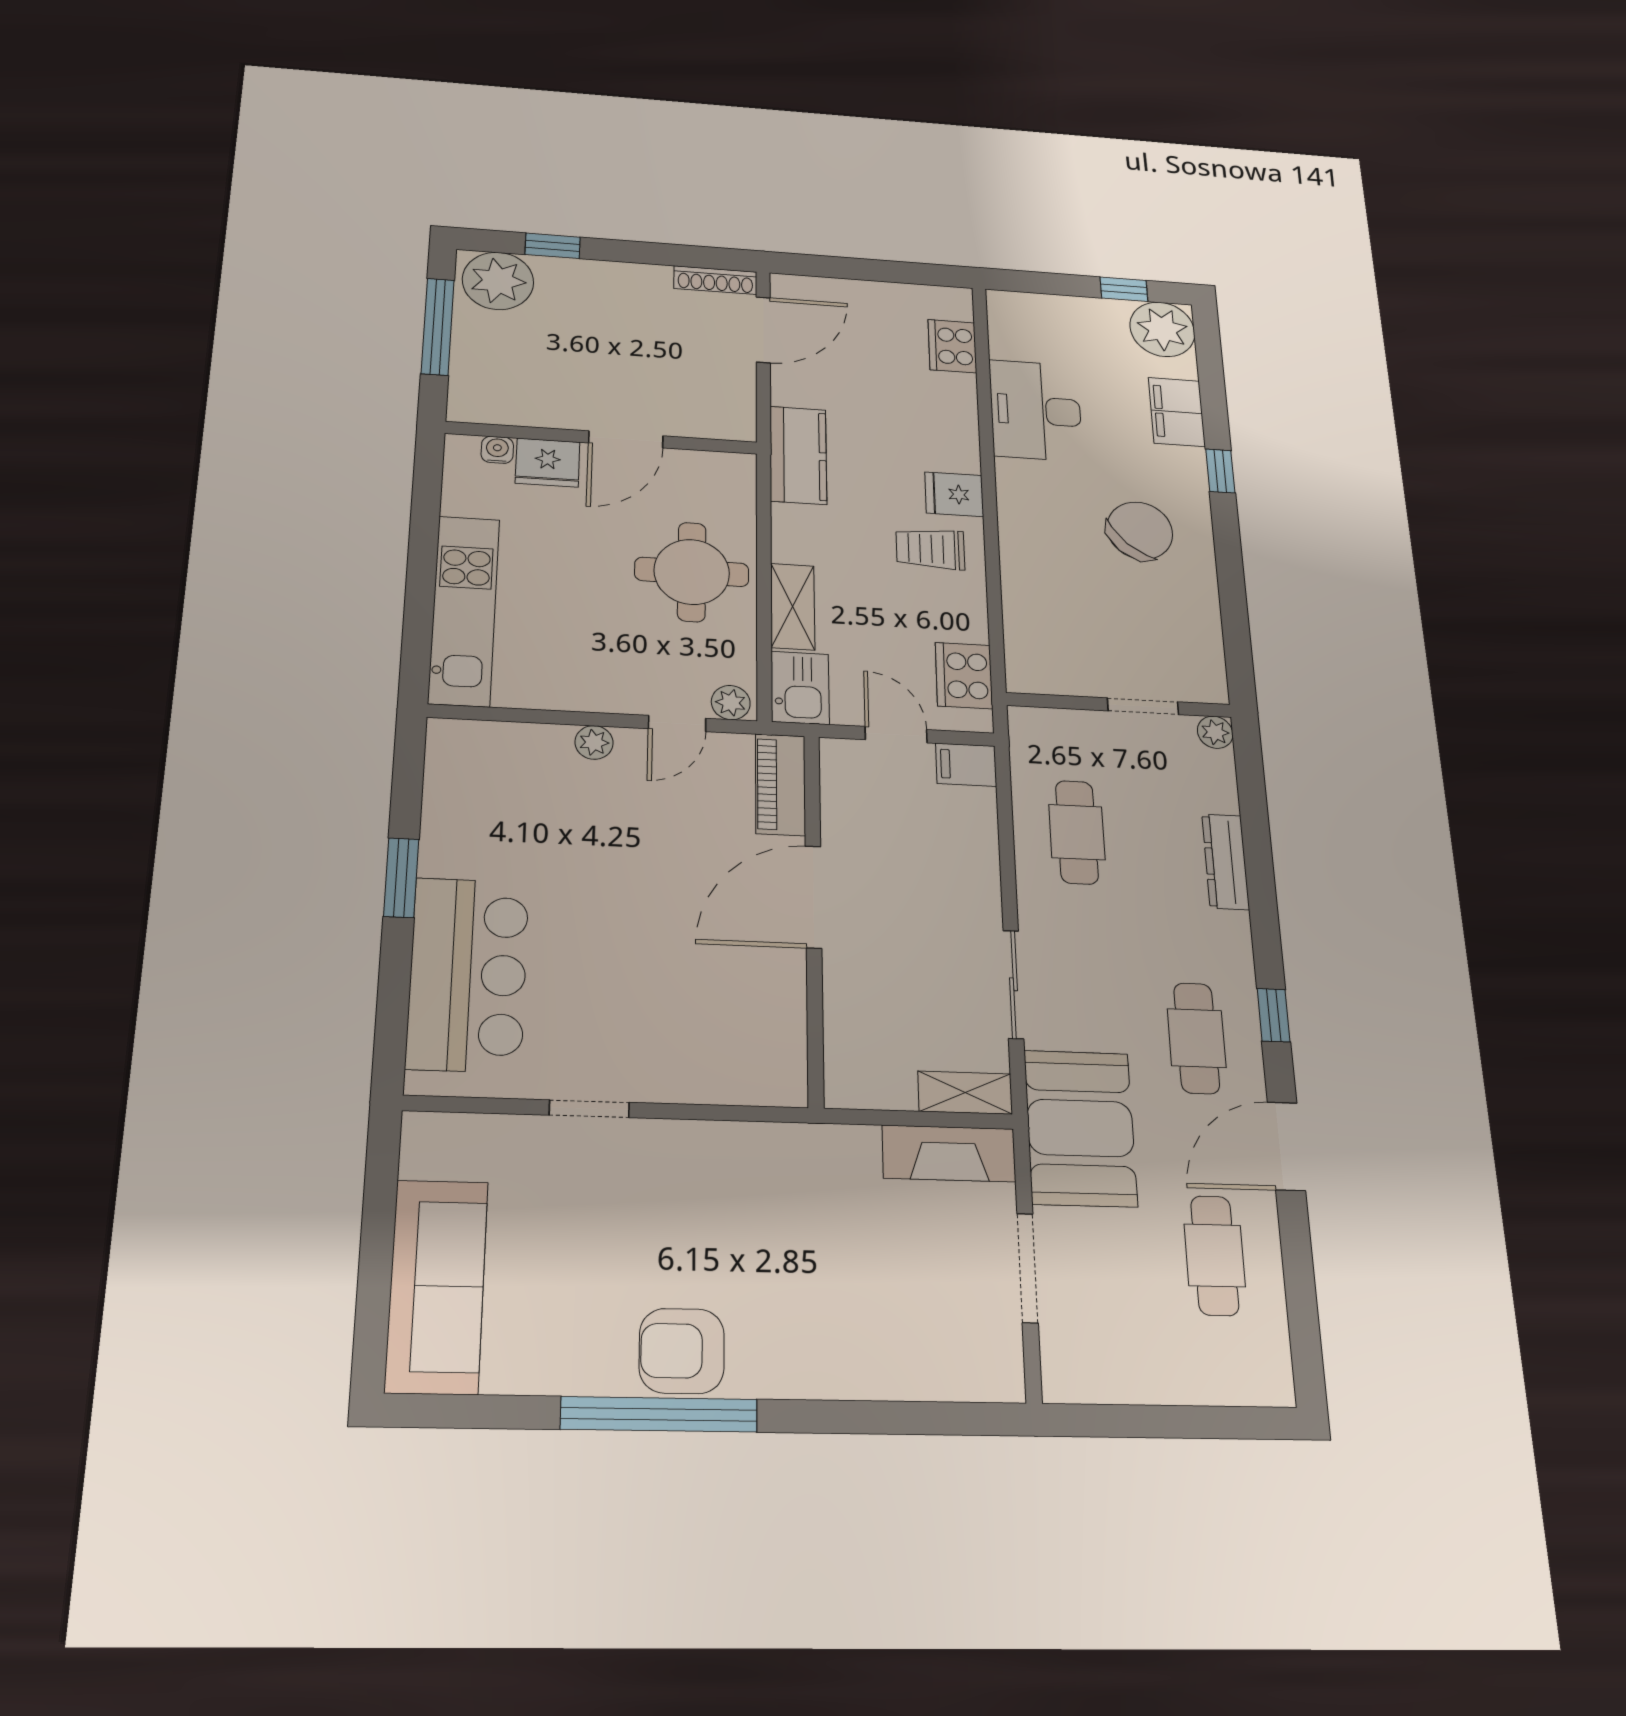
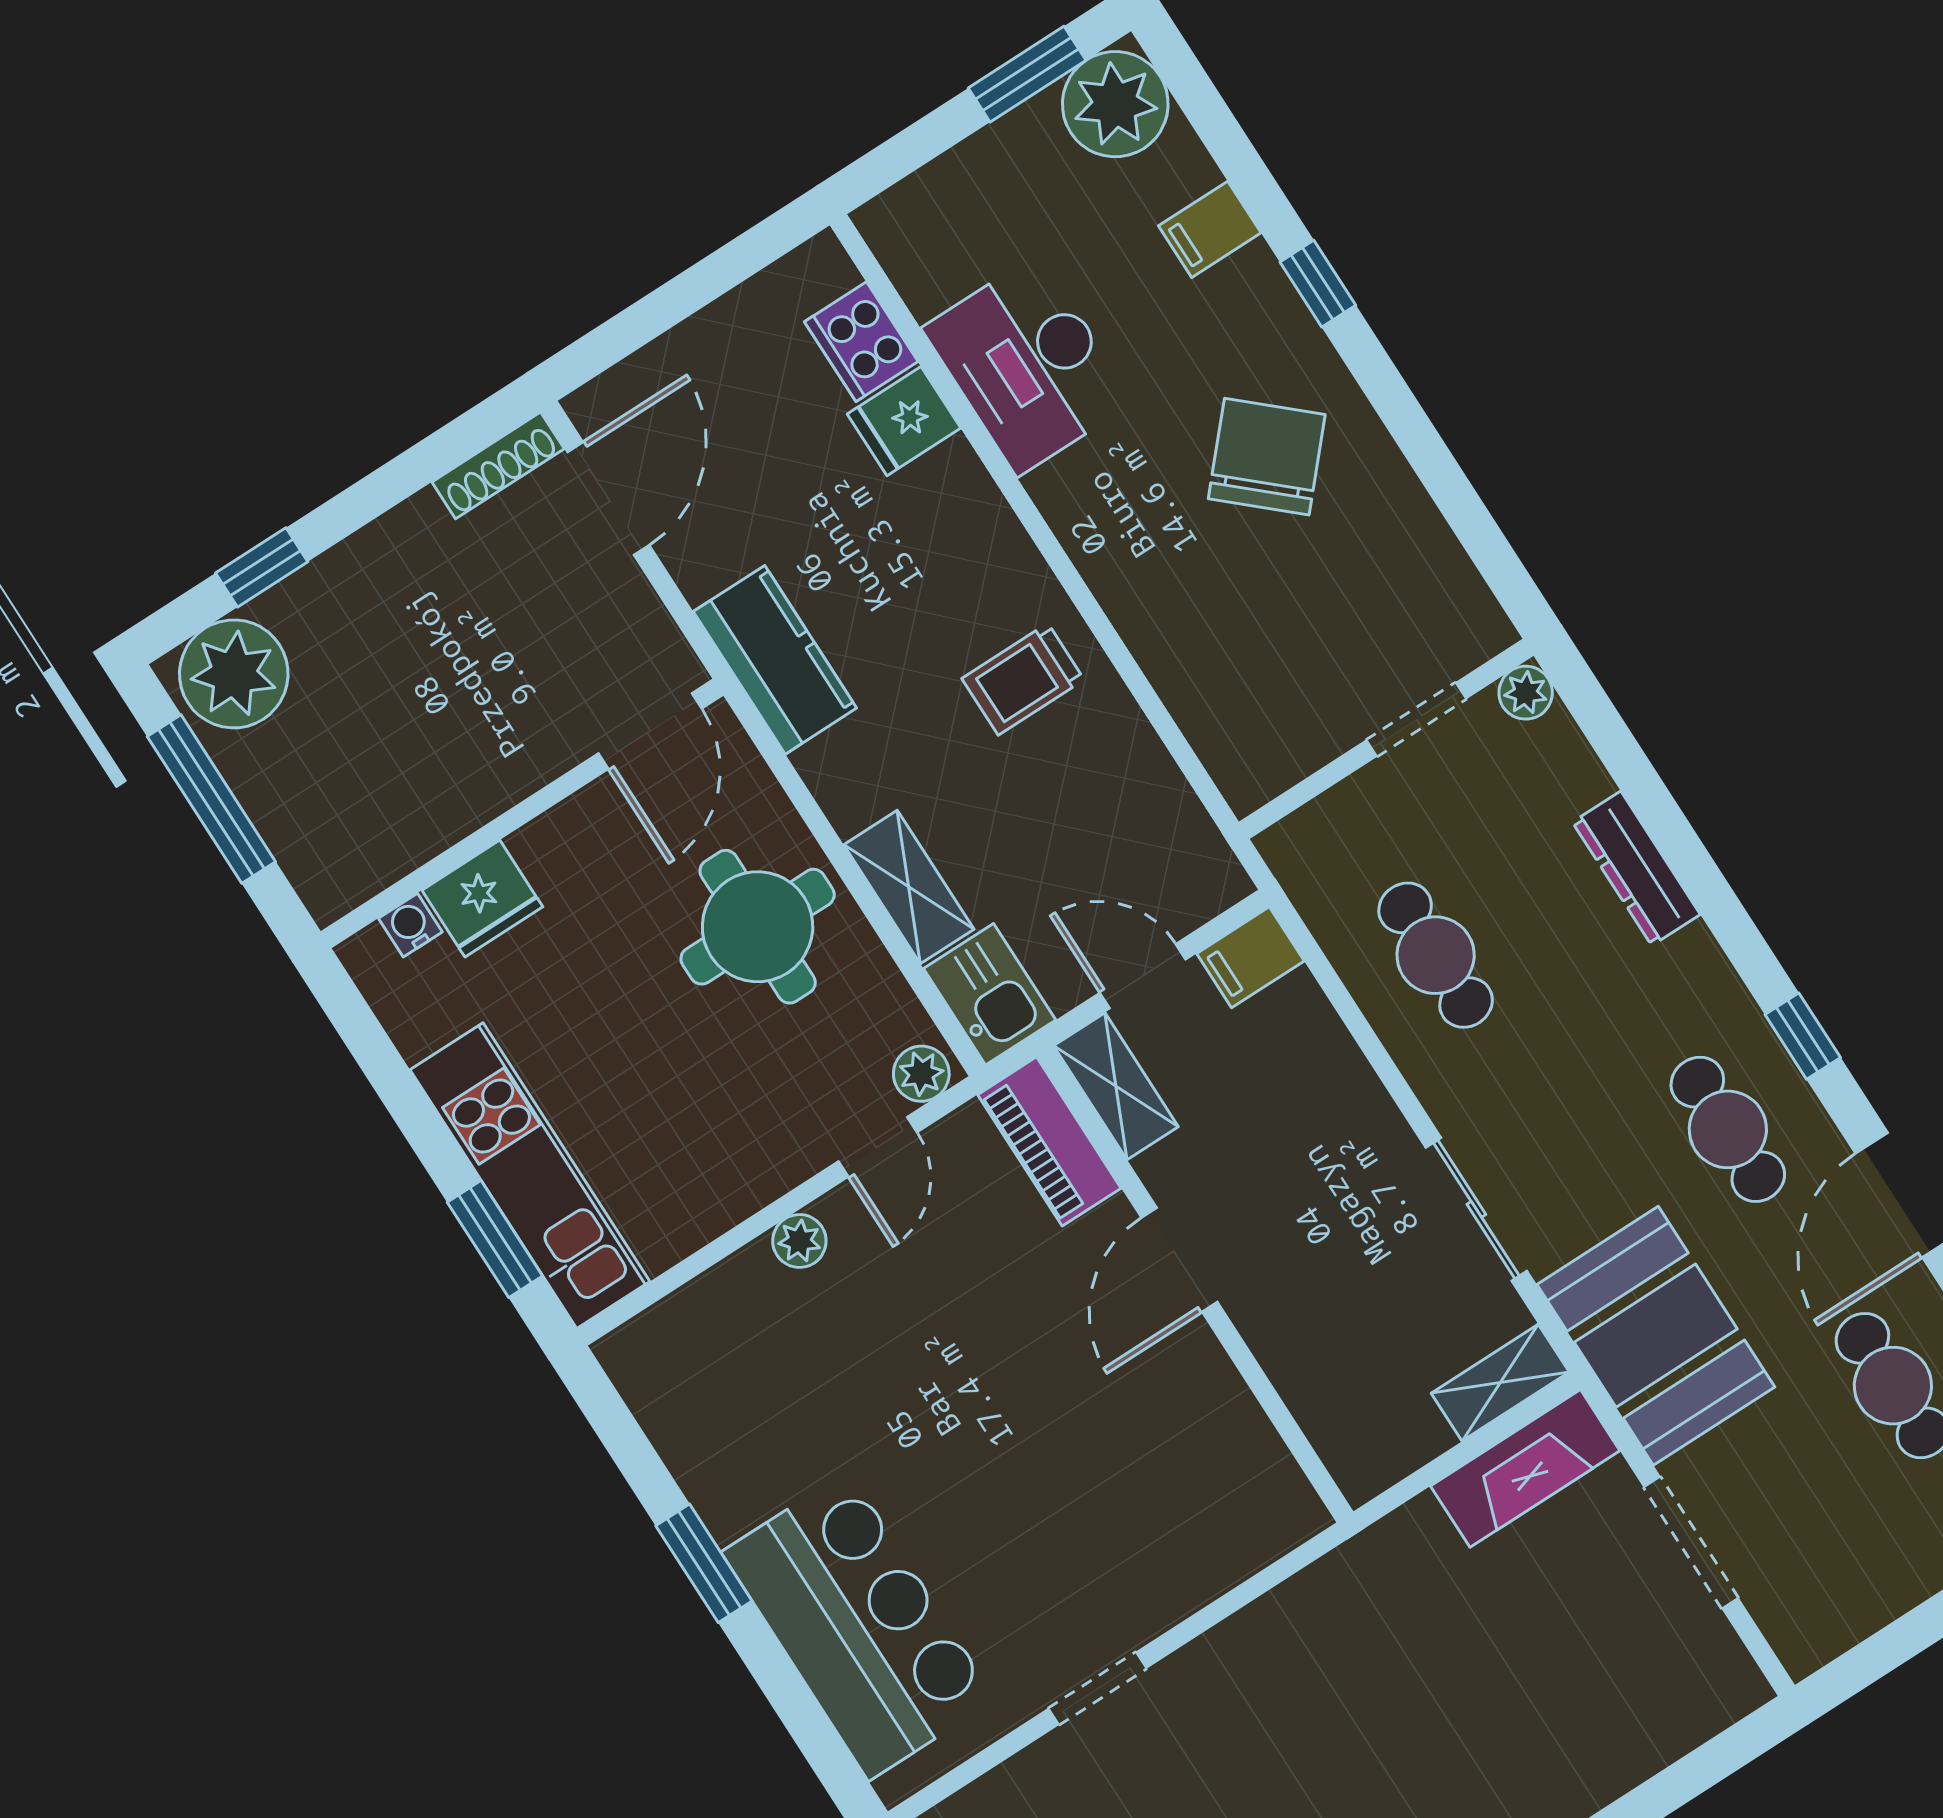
window: (1124, 289) -> (1027, 74), width x1.50
filing cabinet: (1177, 412) -> (1210, 229), width x0.50
door: (626, 439) -> (650, 731), moved
fridge: (954, 494) -> (904, 421), moved
window: (418, 629) -> (495, 1239), added
cooker: (964, 676) -> (1174, 834), removed
shelving: (840, 781) -> (1116, 1086), added
door: (813, 897) -> (1179, 1260), width x0.73

